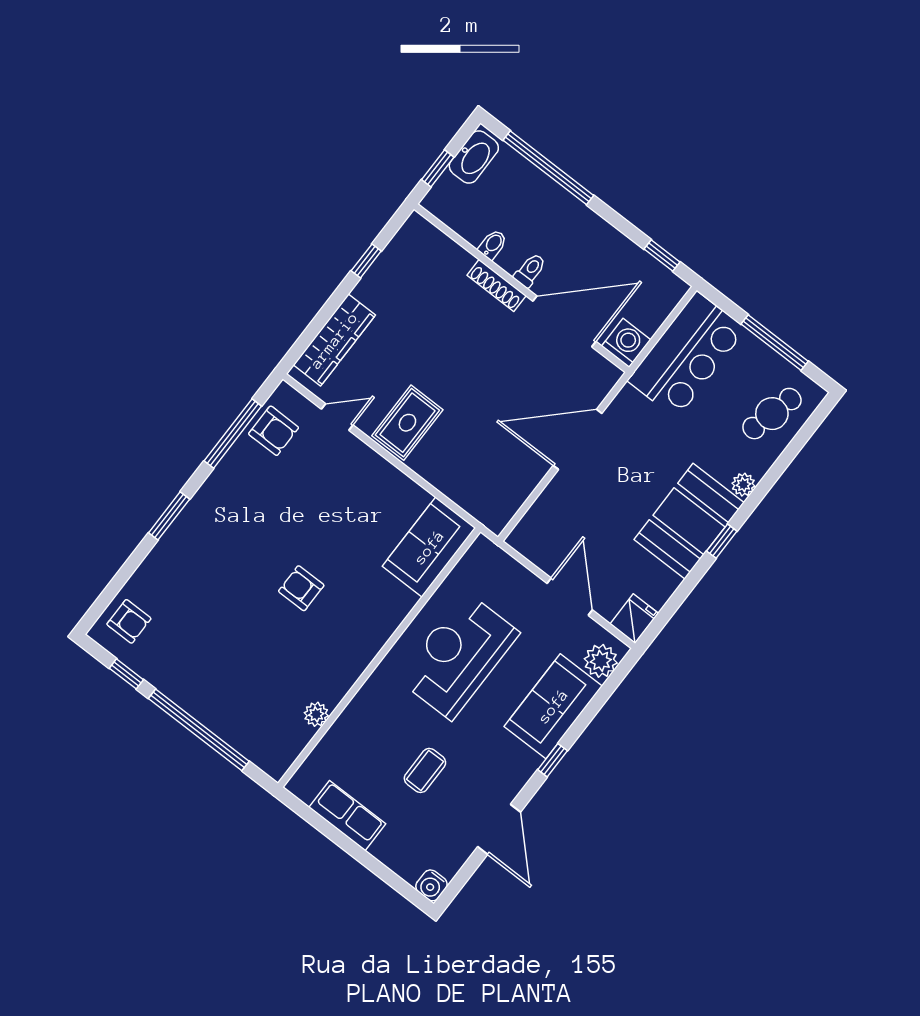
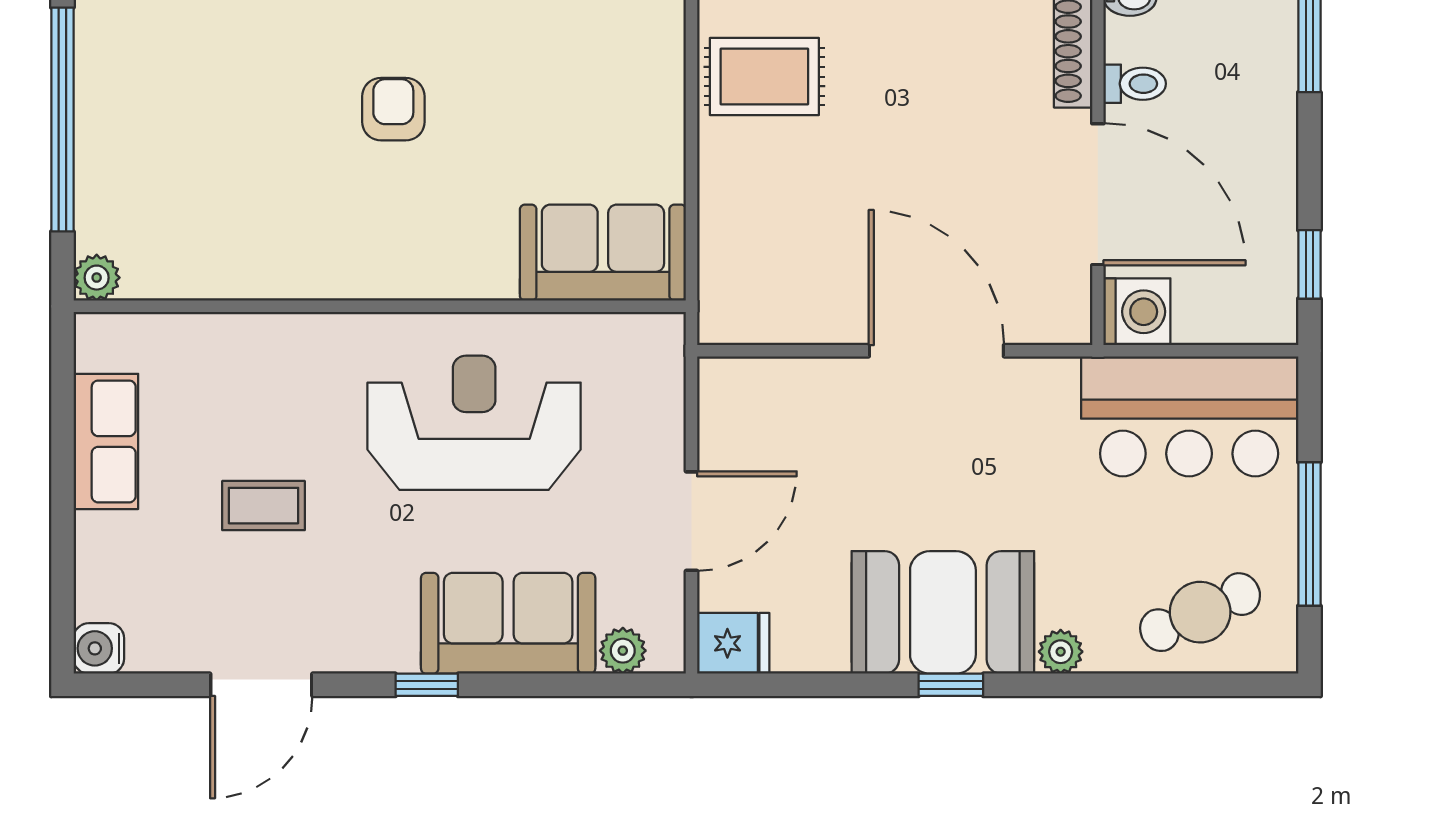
cafe table: (772, 414) -> (1200, 612), turned -38
plant: (601, 661) -> (623, 651), width x0.73, depth x0.73
plant: (316, 714) -> (97, 278), moved

